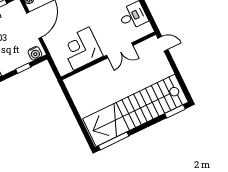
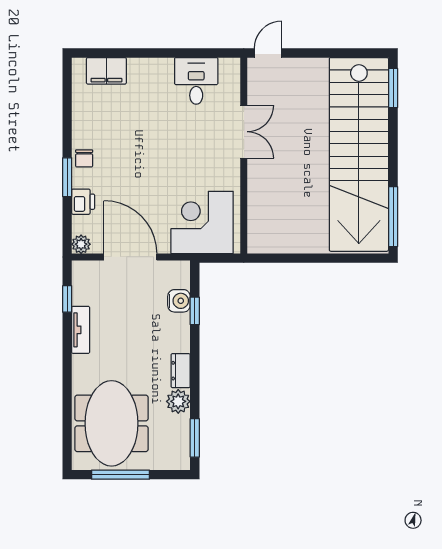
corner desk: (81, 49) -> (202, 222), moved, turned 90
water cooler: (35, 53) -> (179, 301), moved

